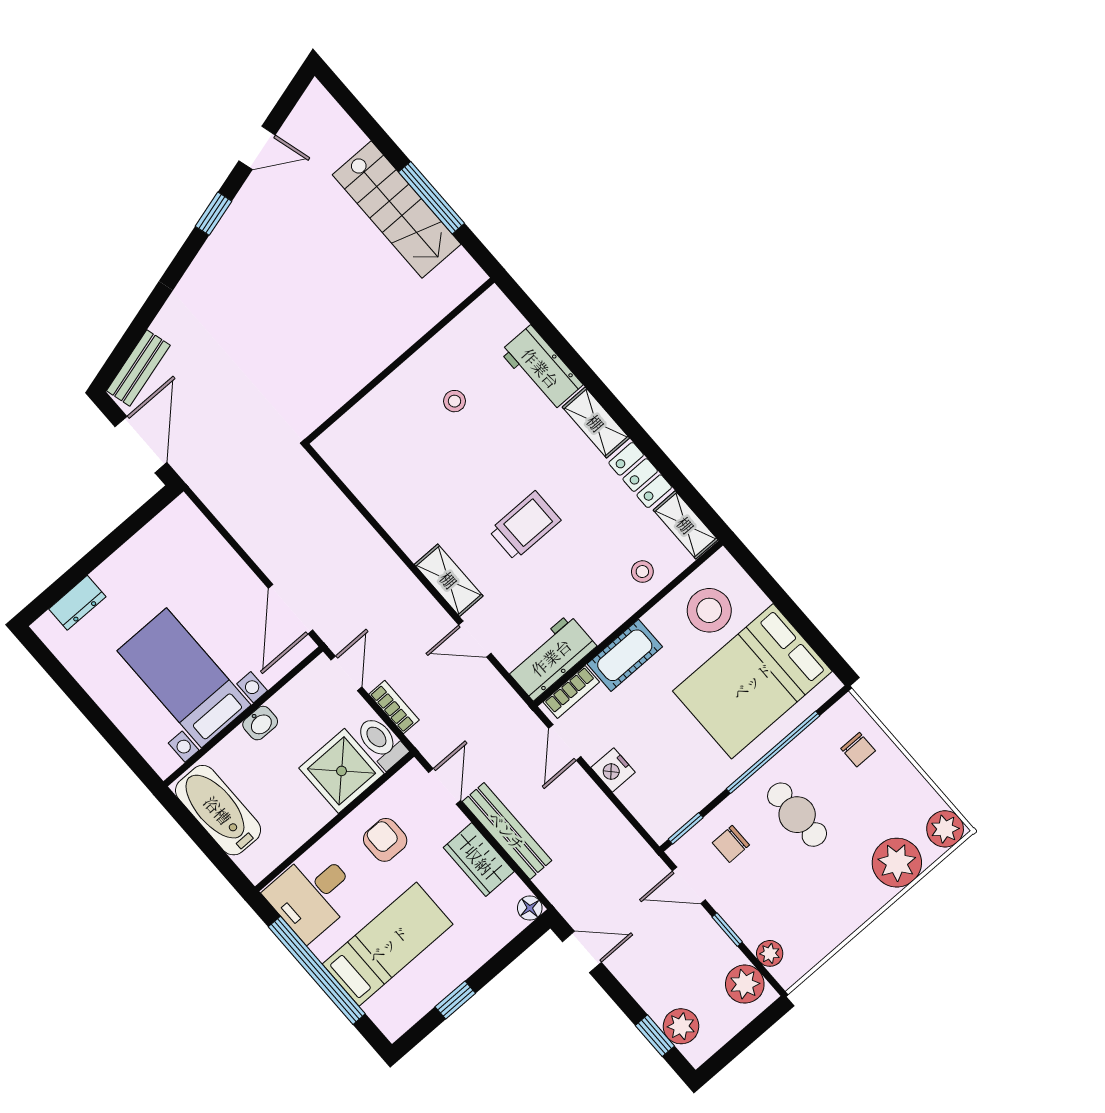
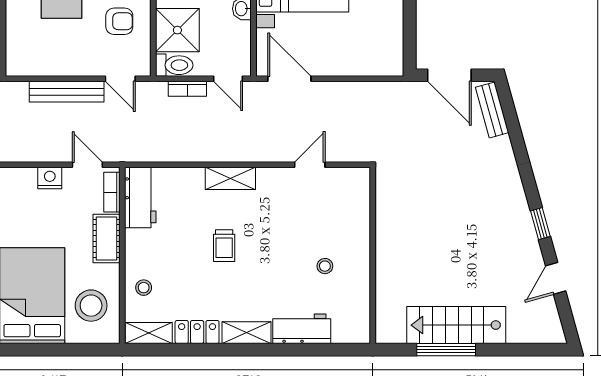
trolley: (525, 525) -> (224, 246), width x0.73, depth x0.72
door: (475, 639) -> (310, 165), moved
wardrobe: (479, 860) -> (64, 63), removed
floor lamp: (530, 908) -> (14, 68), removed

